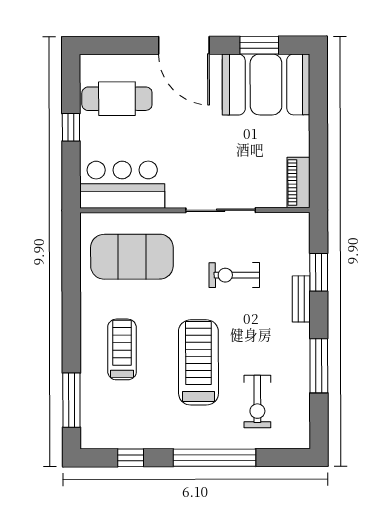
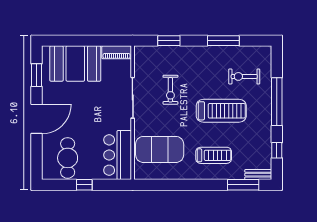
booth: (266, 84) -> (75, 64), moved, turned 90
exercise mat: (132, 257) -> (160, 149), turned 90
bench: (301, 299) -> (258, 175), moved
treadmill: (122, 349) -> (214, 155), turned 180
treadmill: (198, 362) -> (221, 111), turned 180
exercise bike: (257, 402) -> (244, 76), turned 180

